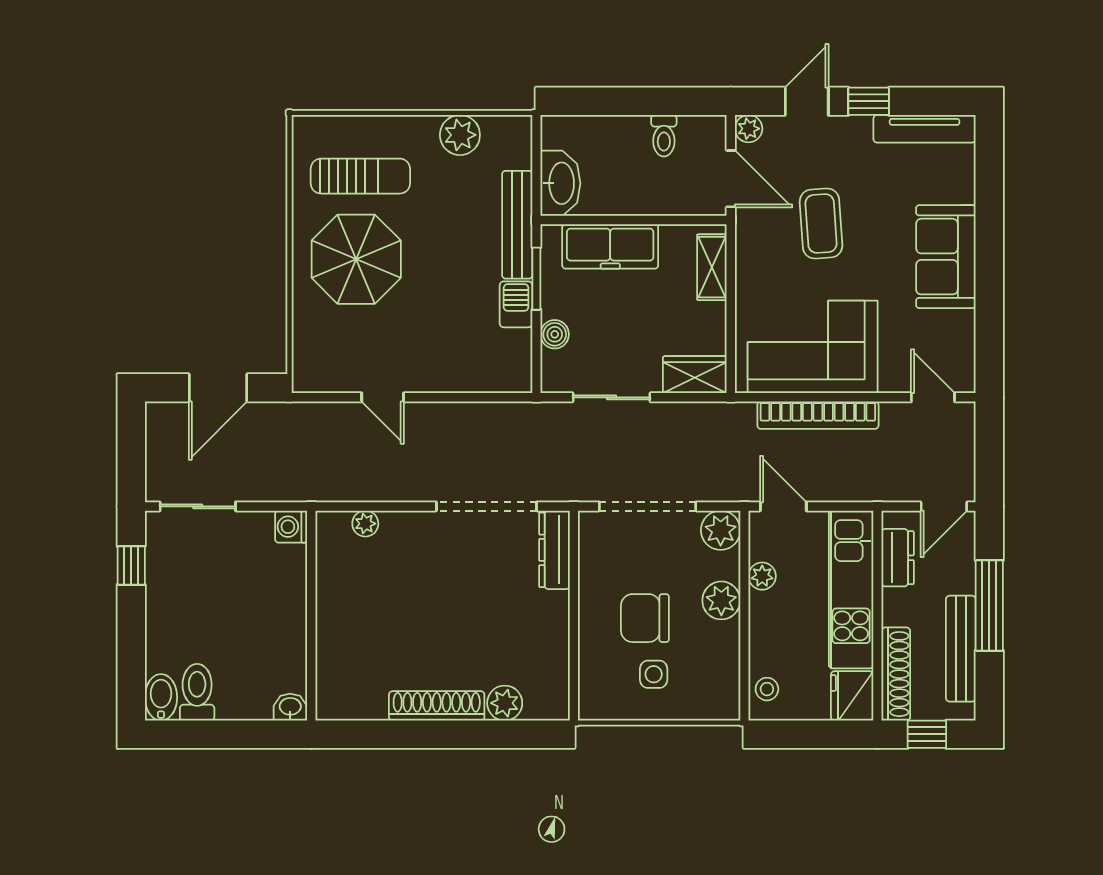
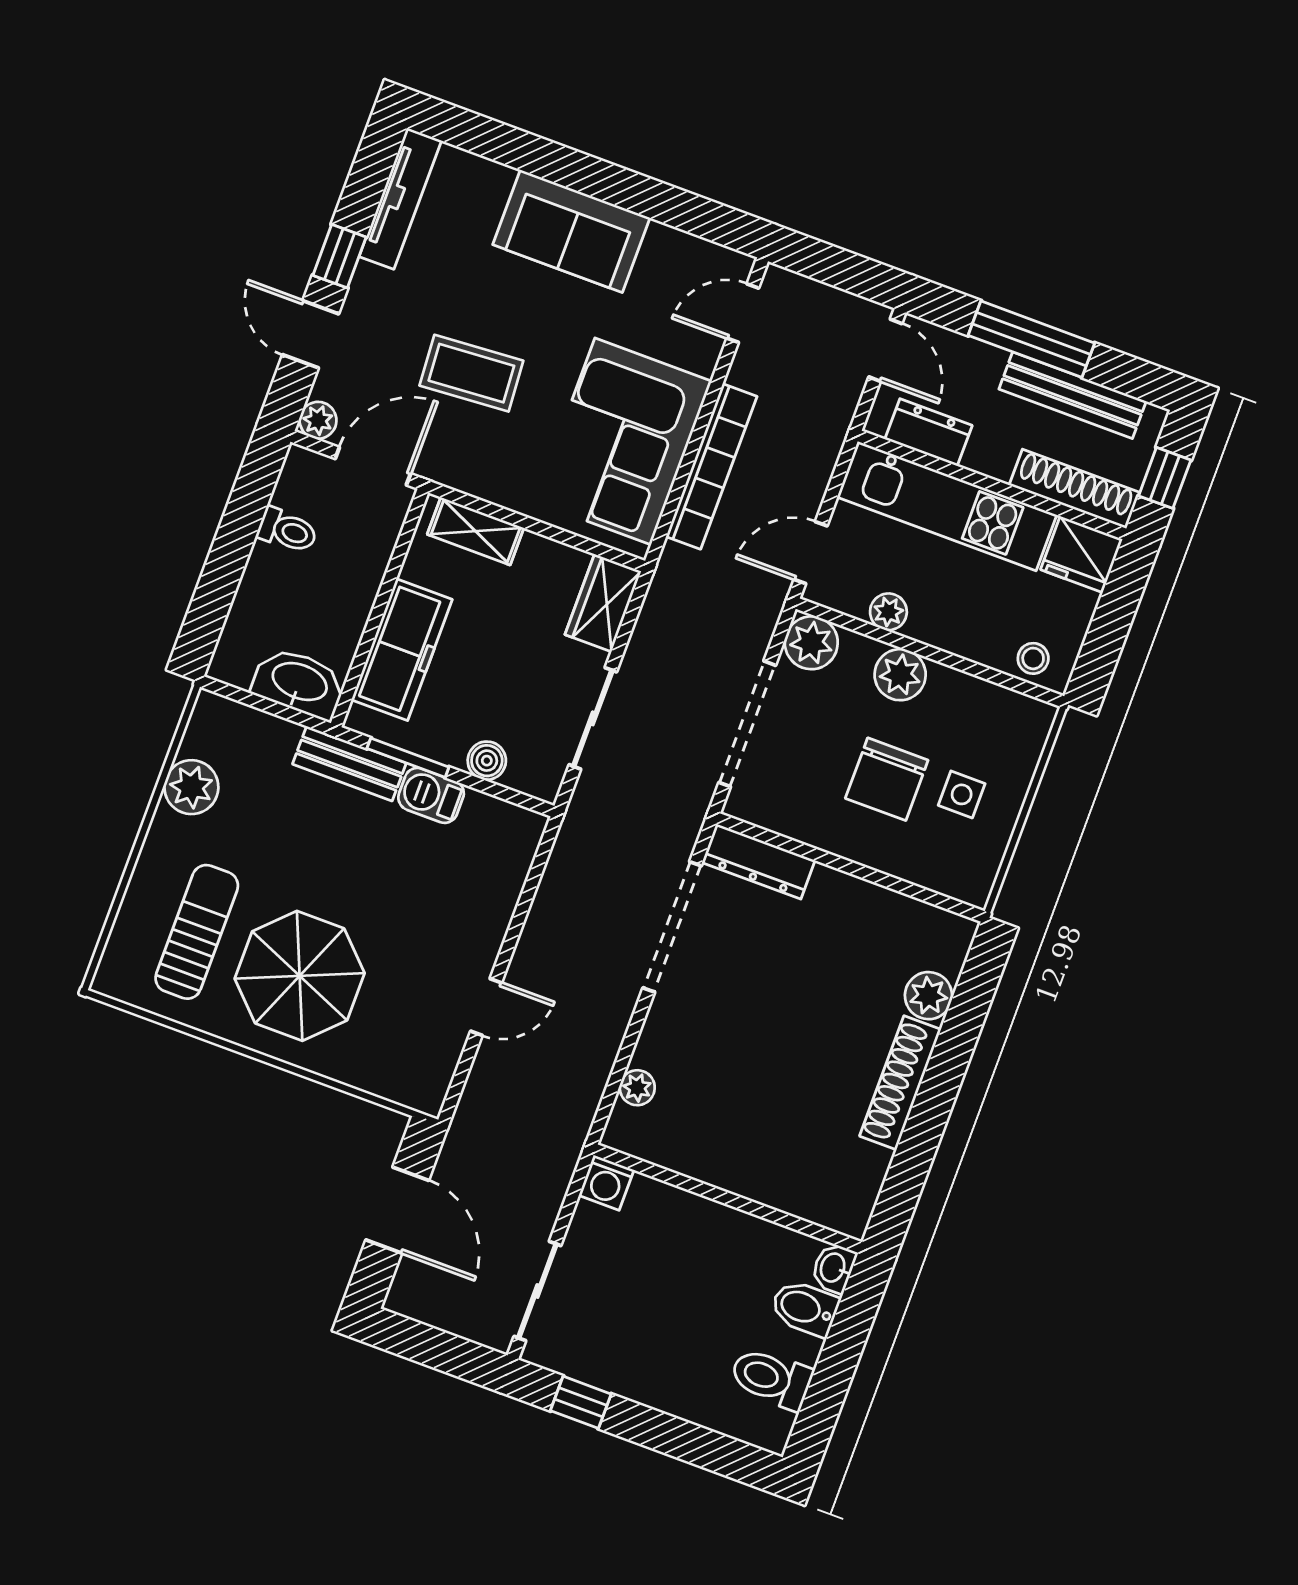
bench: (517, 225) -> (349, 764), width x0.73
bidet: (161, 697) -> (805, 1308), moved

